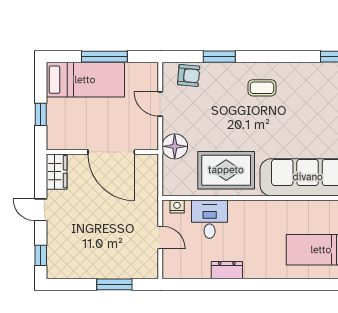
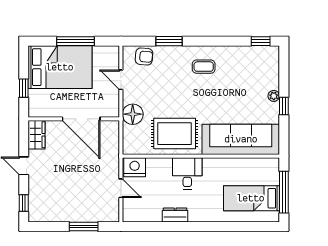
bed: (85, 80) -> (60, 67), width x1.50
nightstand: (177, 206) -> (135, 167), width x1.89, depth x1.79
desk: (210, 219) -> (187, 173), moved

